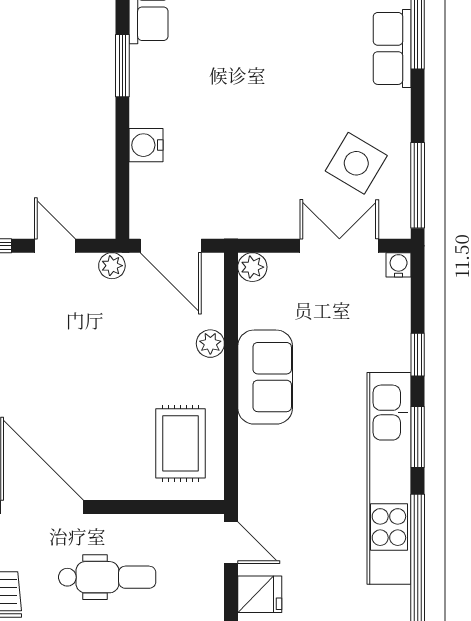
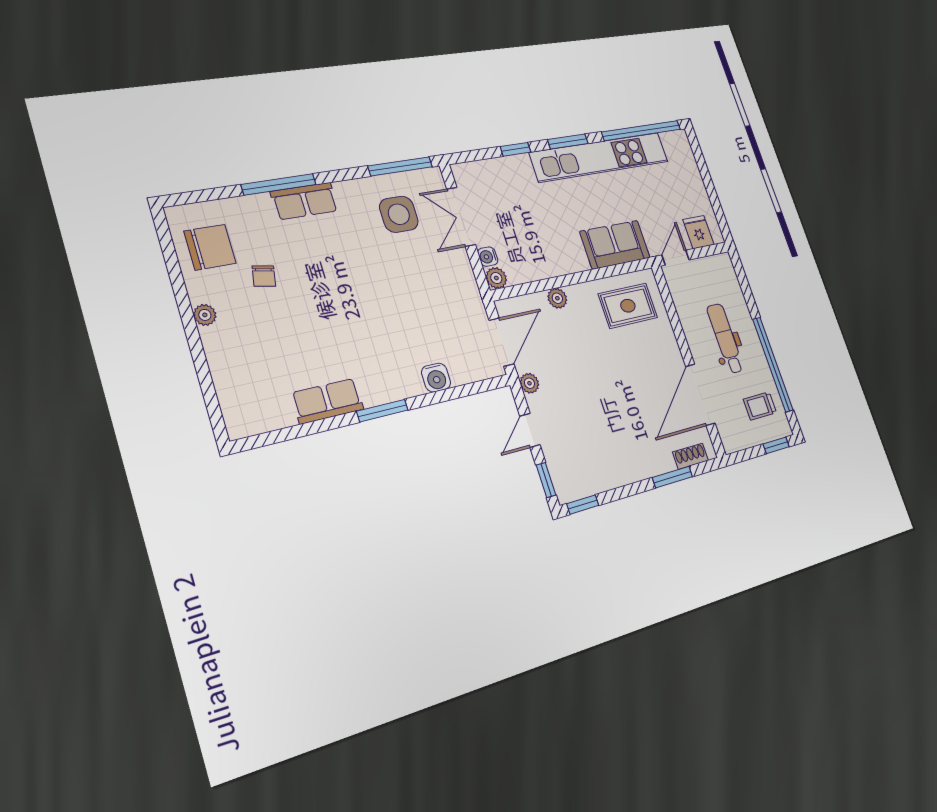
side table: (356, 163) -> (399, 214), turned -31
water cooler: (399, 265) -> (488, 257), moved
sofa: (265, 377) -> (615, 245), moved

